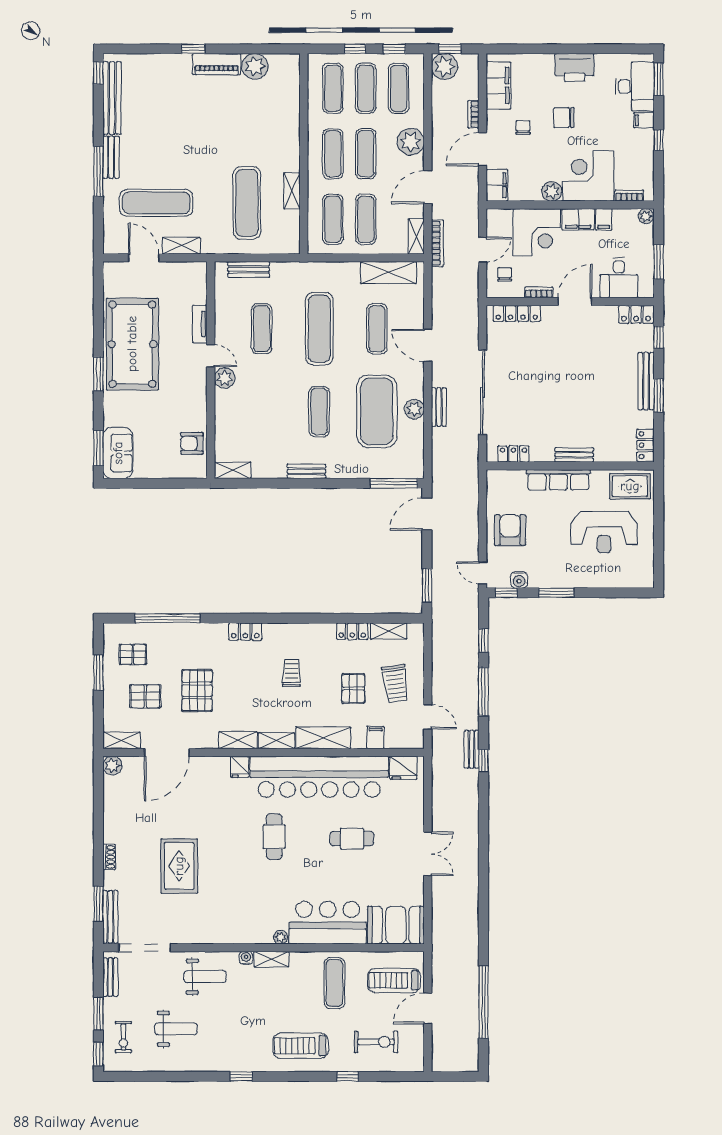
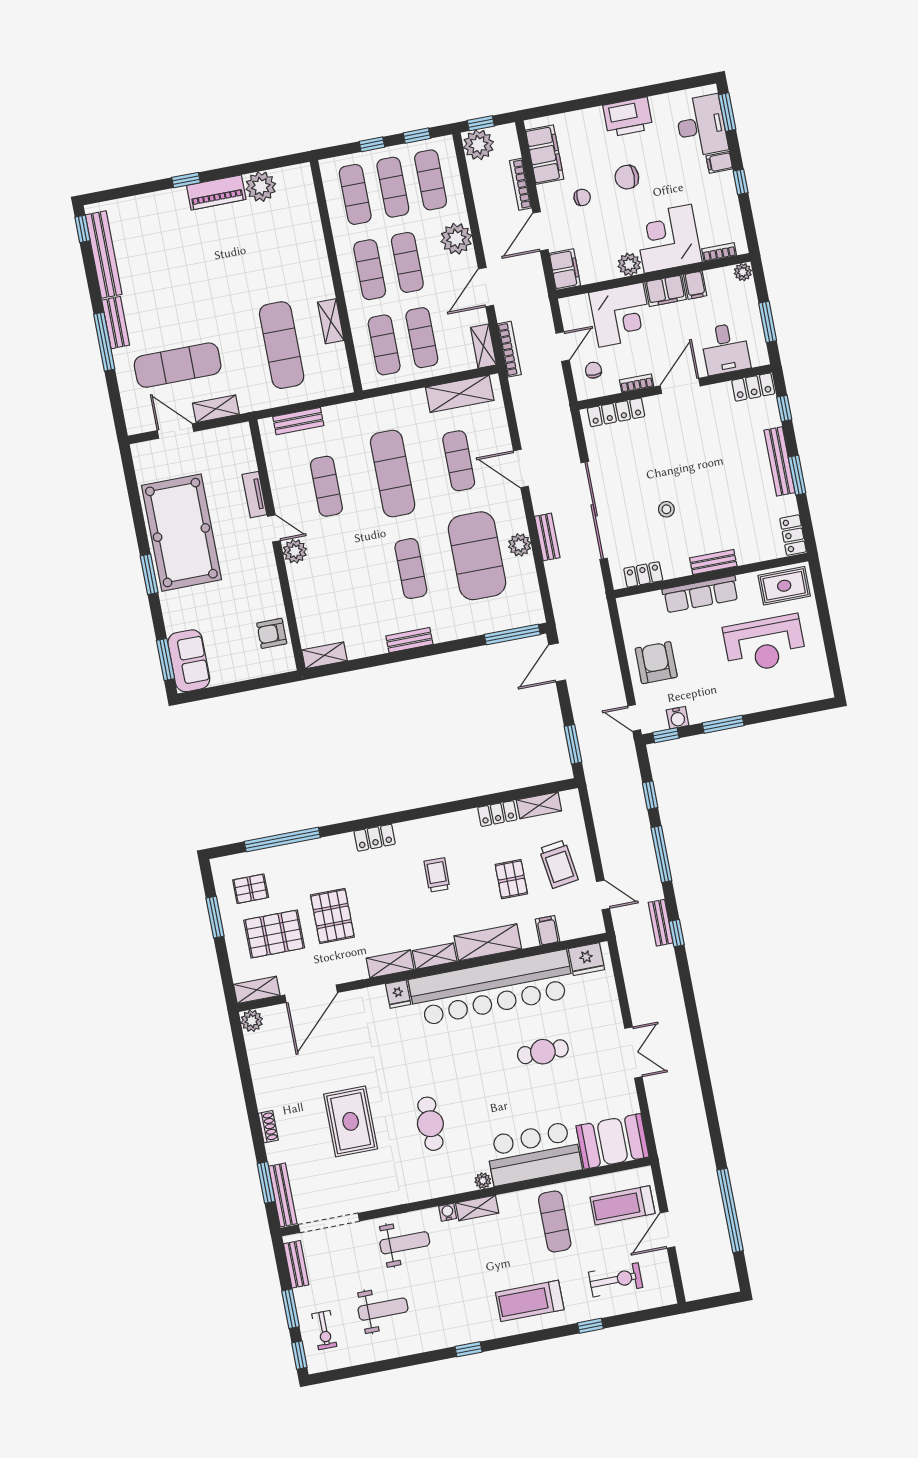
bookcase: (473, 114) -> (520, 184), width x1.56
chair: (523, 127) -> (582, 197), turned 90
stool: (543, 403) -> (666, 509), added
pallet: (145, 696) -> (274, 934), width x1.50, depth x1.42
cafe table: (274, 837) -> (430, 1124), moved

